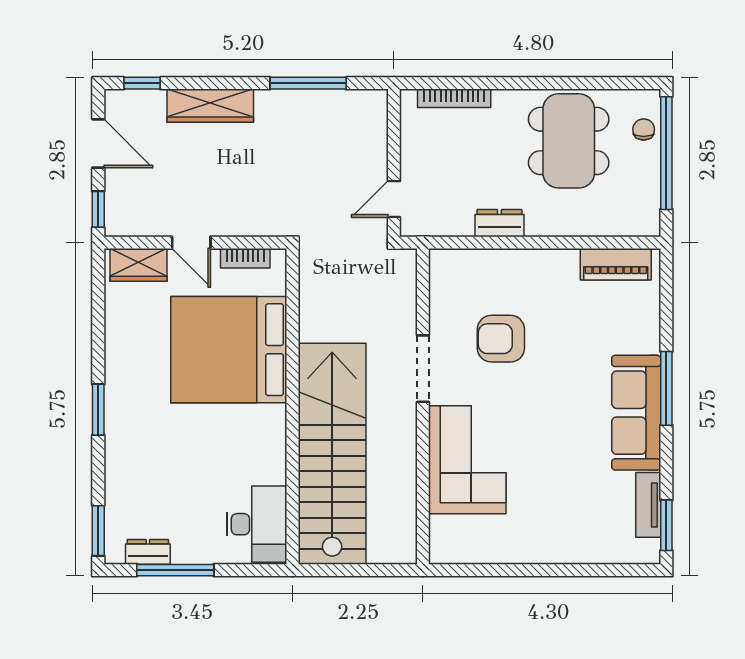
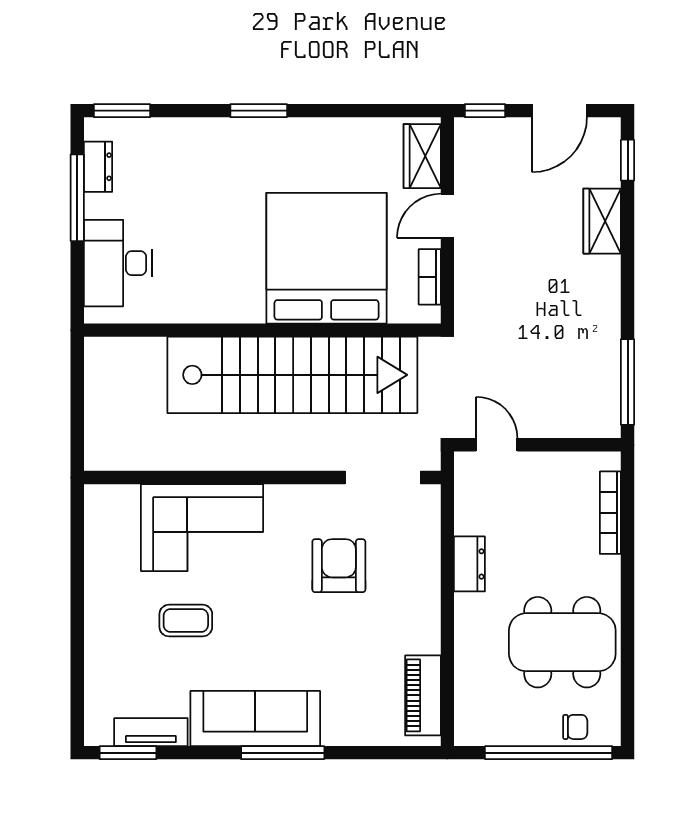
window: (308, 83) -> (628, 382), moved
wardrobe: (210, 106) -> (602, 221), width x0.67
doorway: (423, 369) -> (383, 478), moved
stairs: (332, 454) -> (292, 375), moved
coffee table: (549, 474) -> (186, 621), added
desk: (257, 524) -> (118, 263), moved, turned 90

